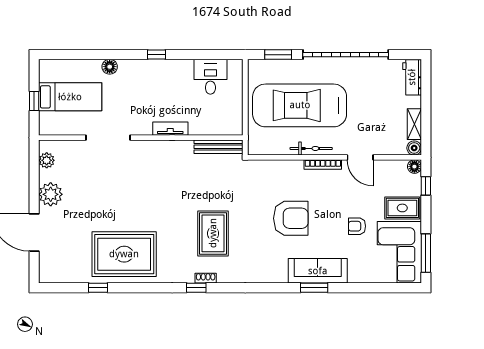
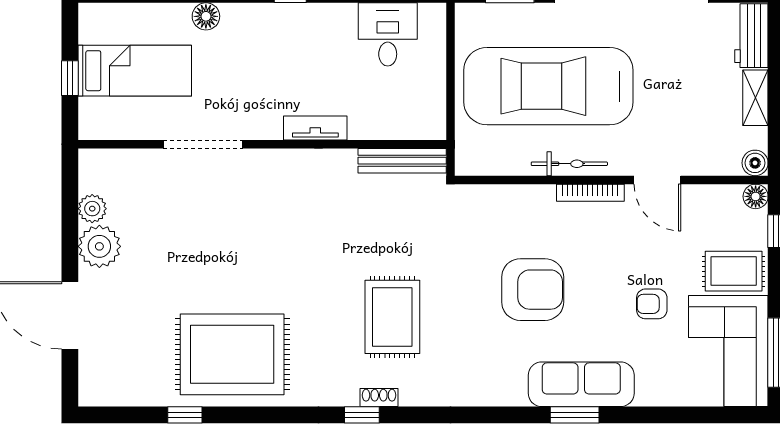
shelving: (414, 124) -> (755, 98), moved
plant: (47, 160) -> (92, 209), moved

